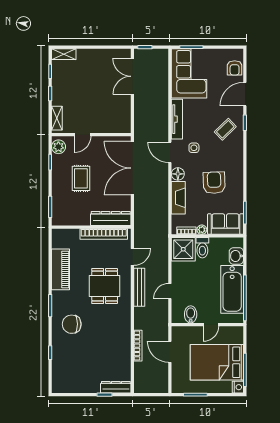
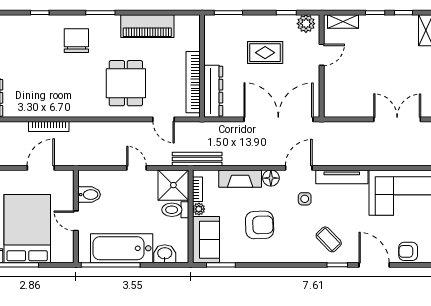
door: (83, 135) -> (322, 55), swing flipped
dining table: (105, 286) -> (126, 83), turned 90
bench: (139, 287) -> (197, 159), moved
door: (170, 291) -> (136, 168), moved

